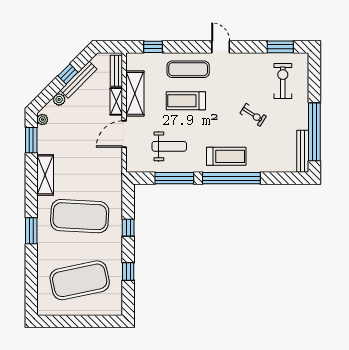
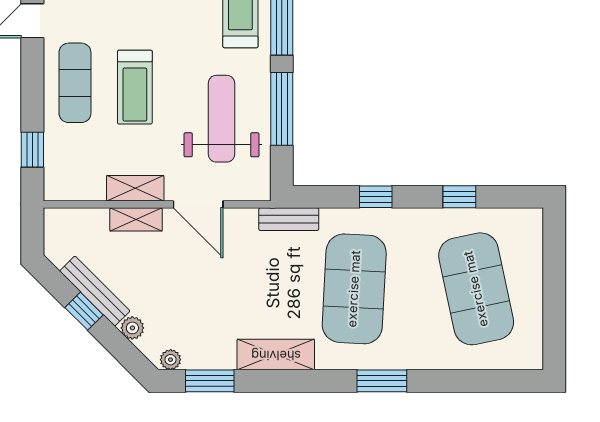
bench: (116, 71) -> (289, 219), moved
shelving: (135, 93) -> (135, 188), width x0.67, depth x0.75
weight bench: (169, 146) -> (221, 119), width x1.36, depth x1.33

